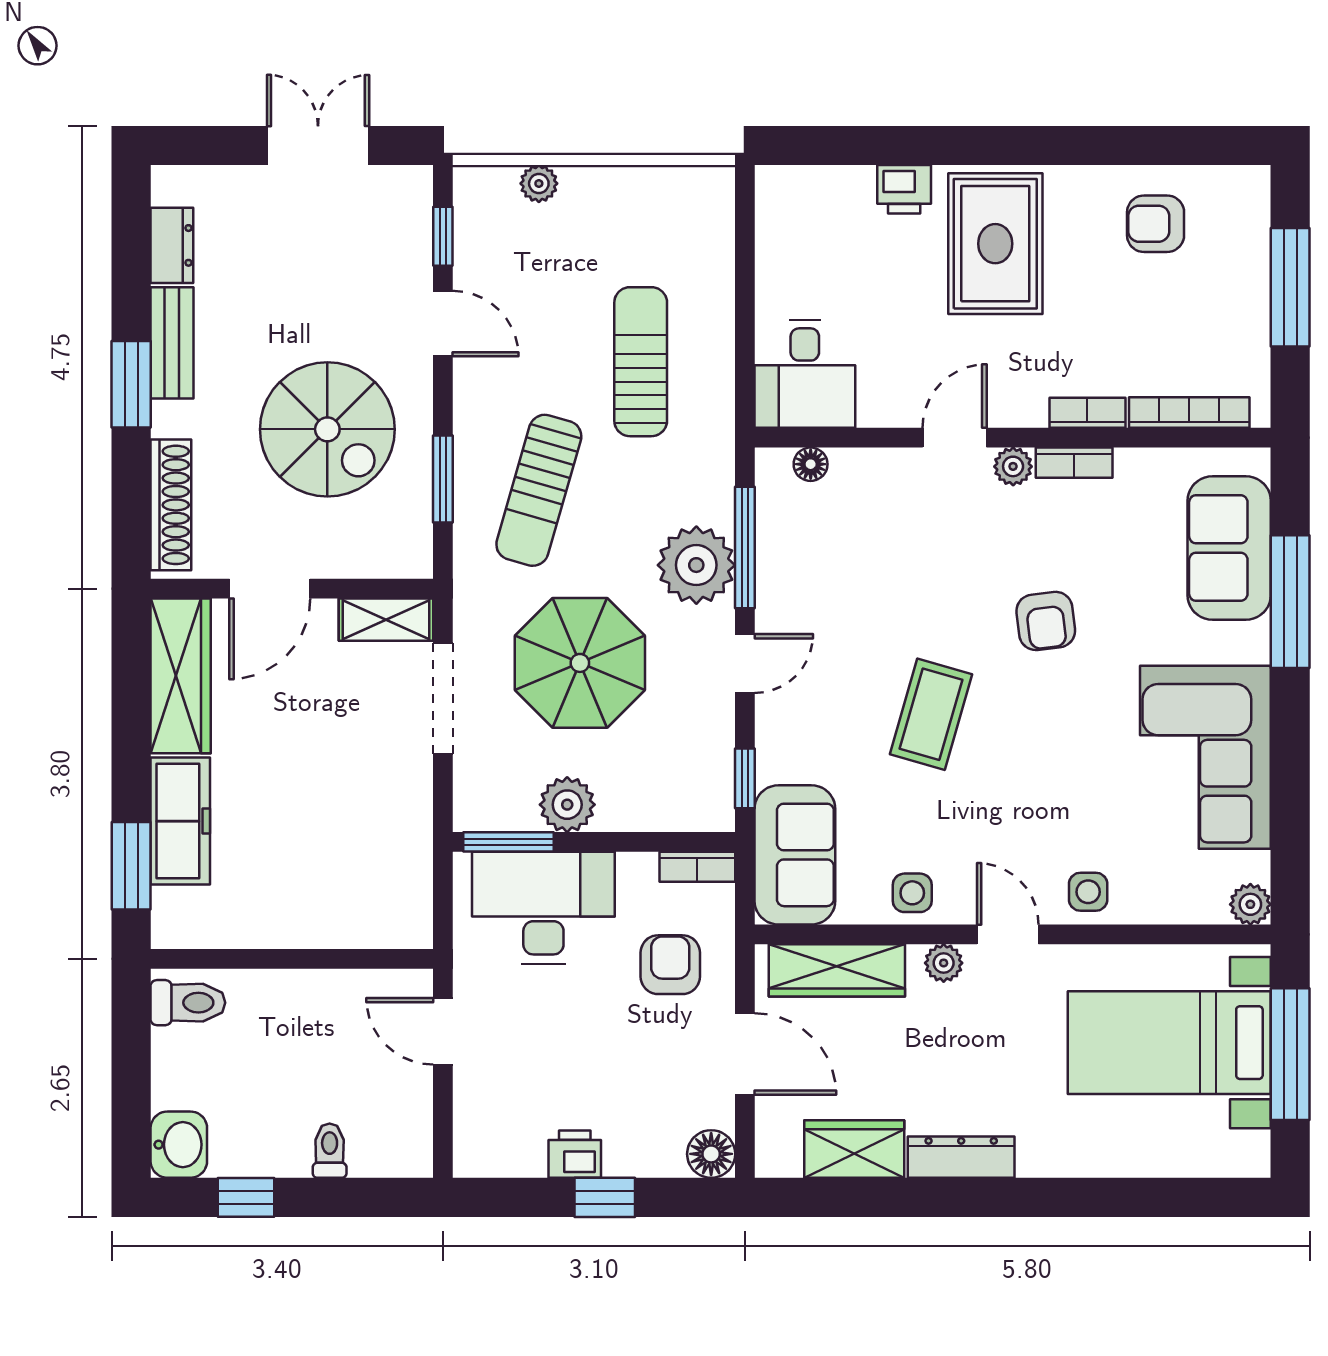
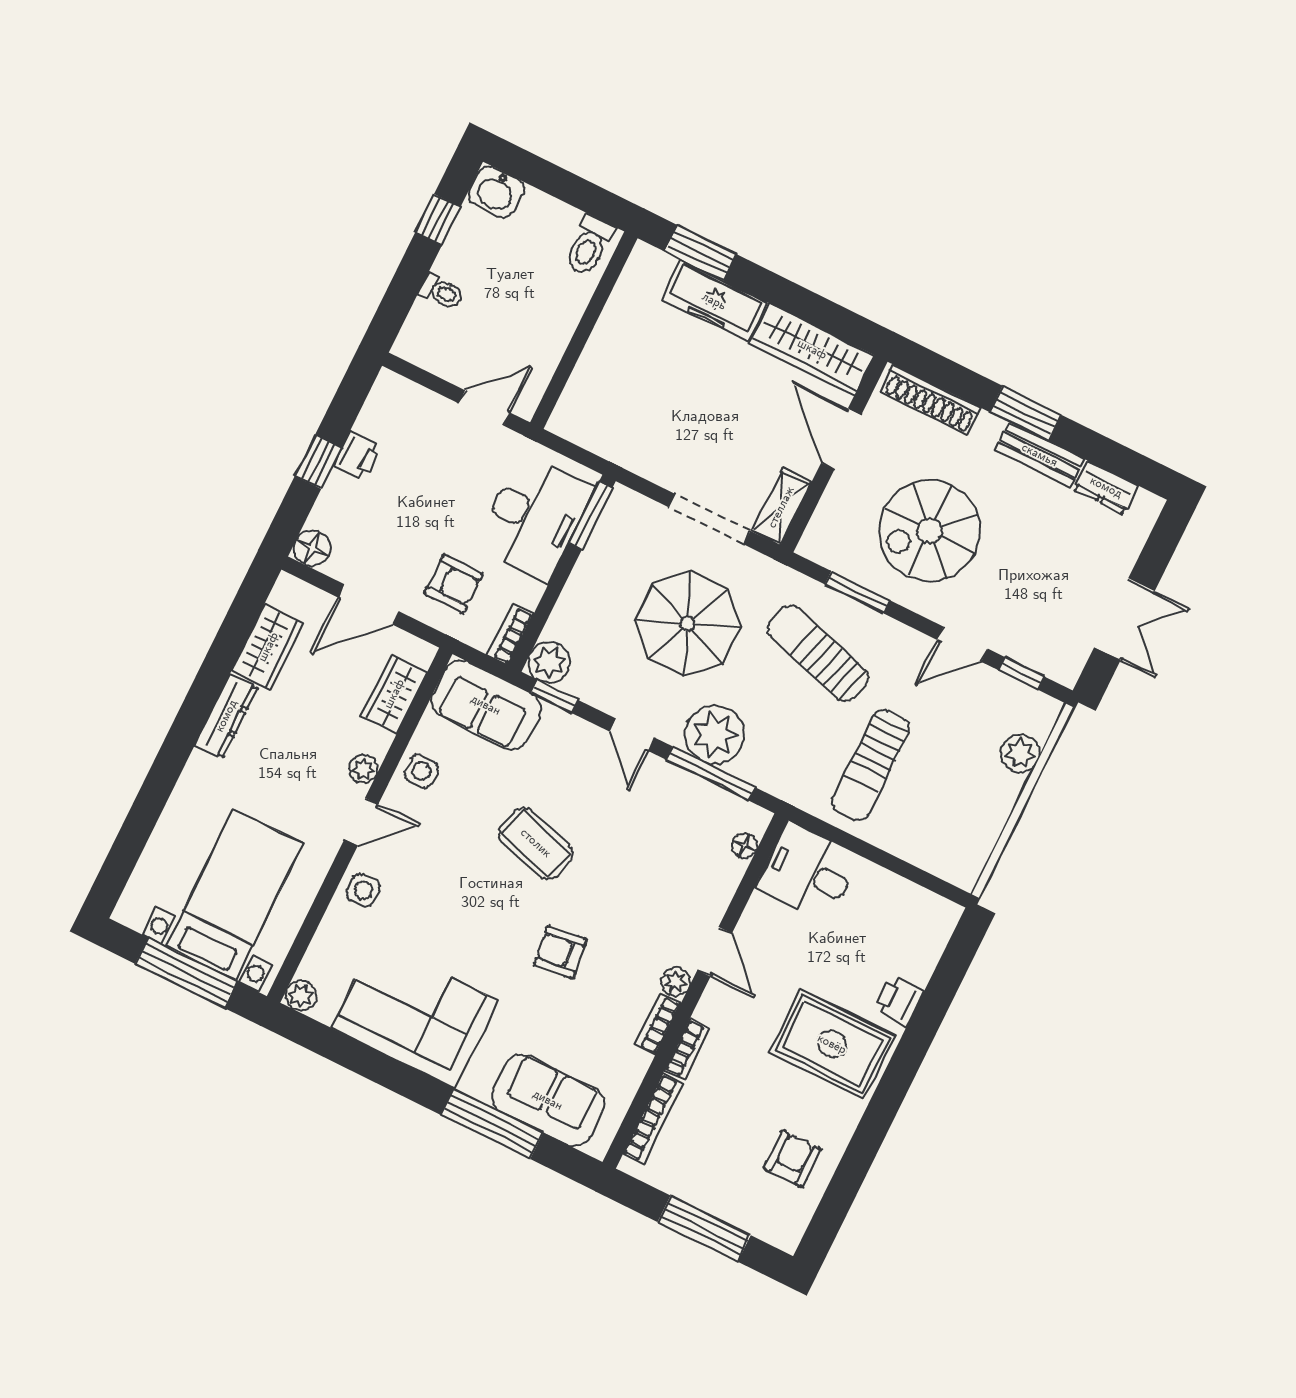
plant: (539, 184) -> (1020, 753), width x1.38, depth x1.38
sun lounger: (641, 362) -> (871, 765), turned 90
plant: (567, 805) -> (549, 662), moved
wardrobe: (837, 970) -> (394, 694), width x0.67

